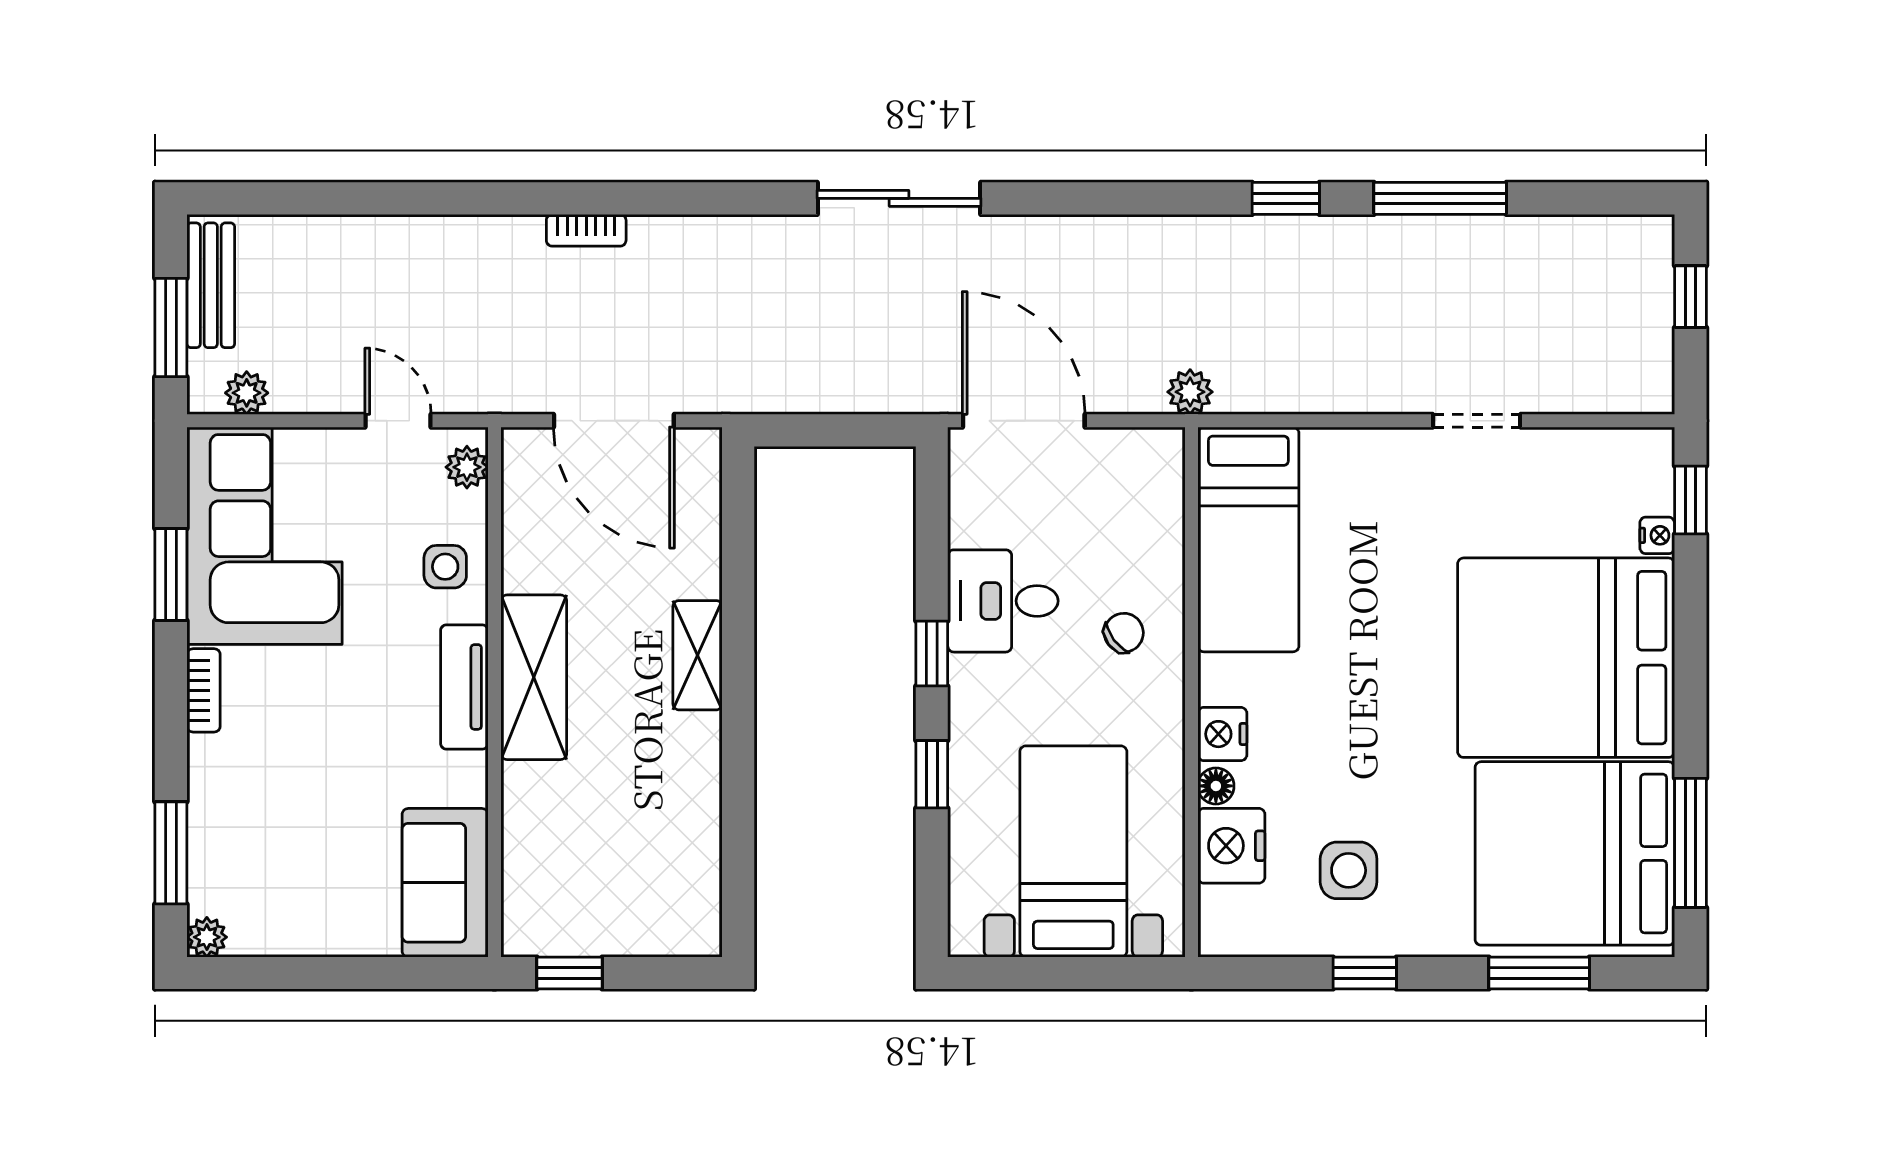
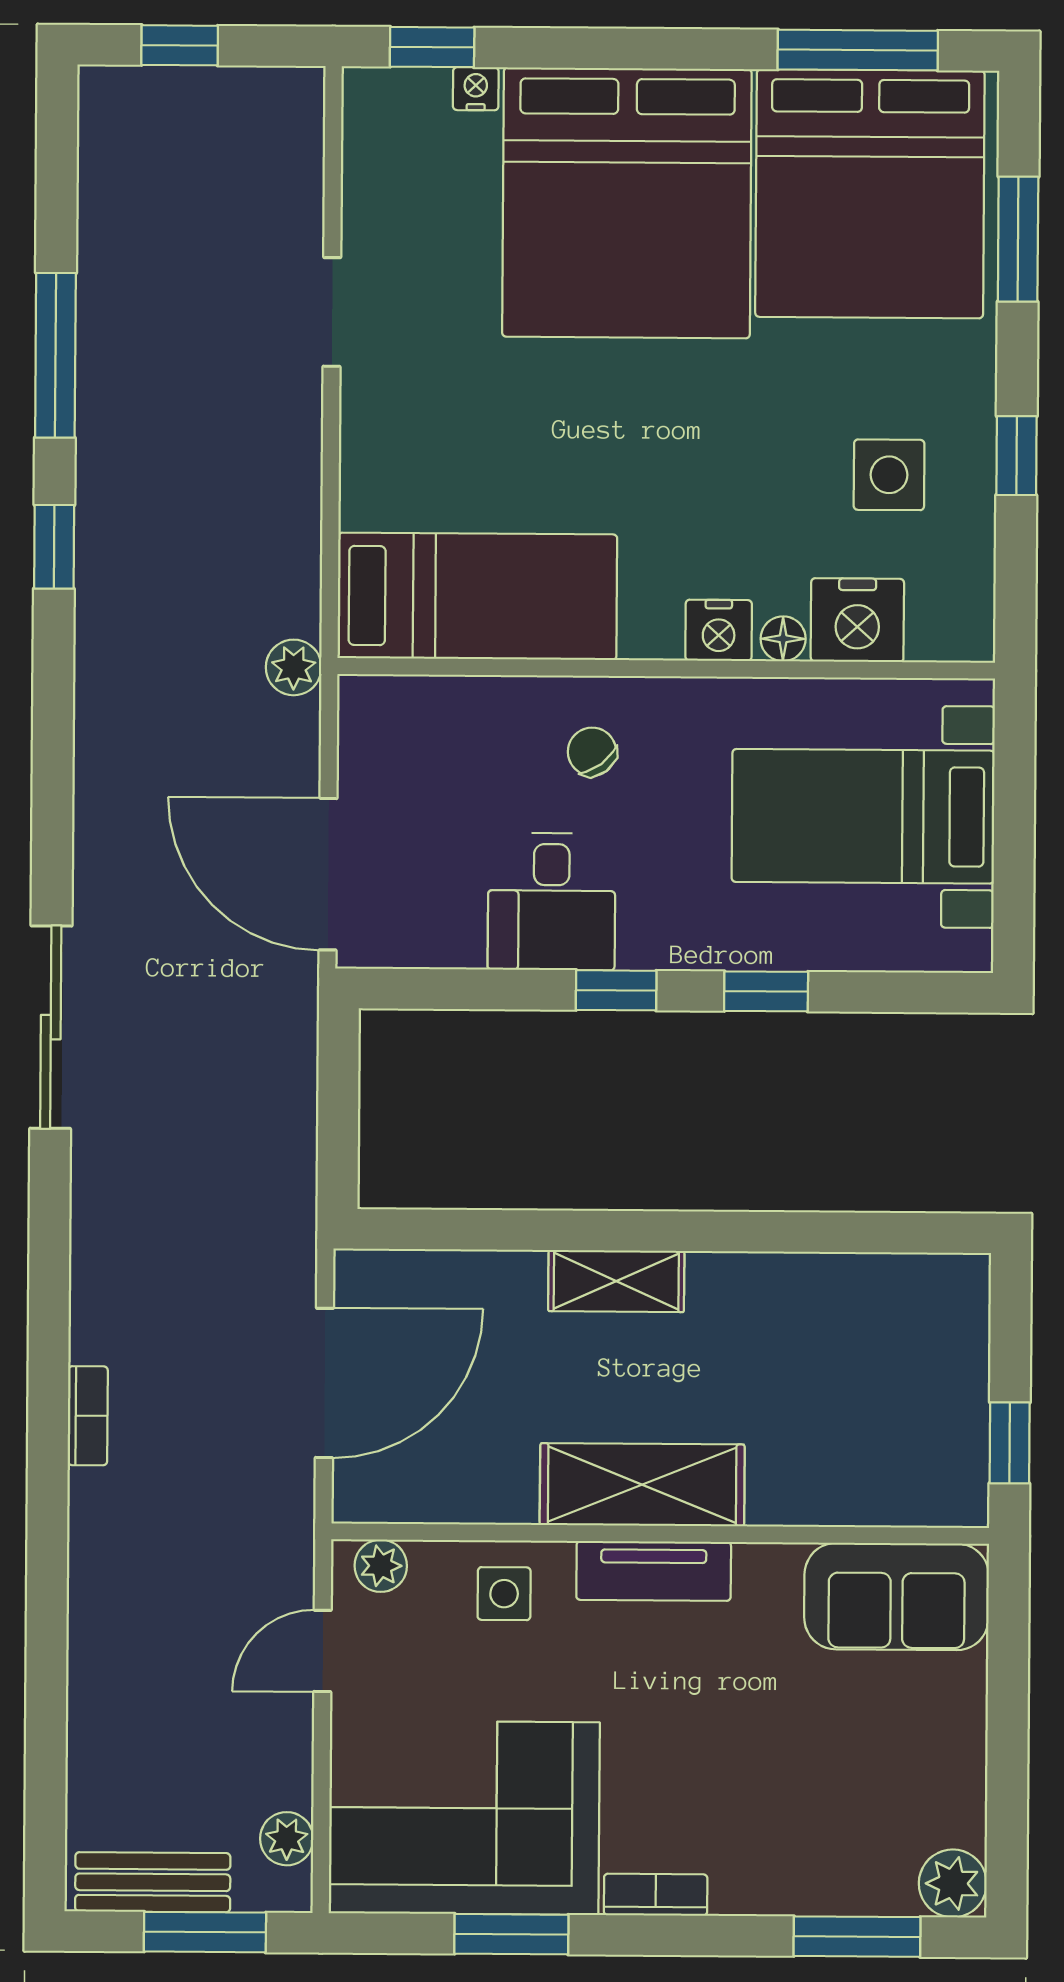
door: (1024, 421) -> (328, 874), hinge flipped
plant: (207, 937) -> (953, 1883), width x1.38, depth x1.38

